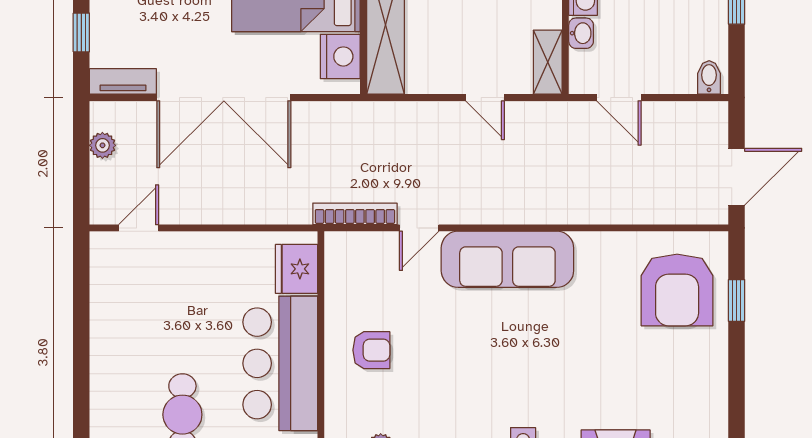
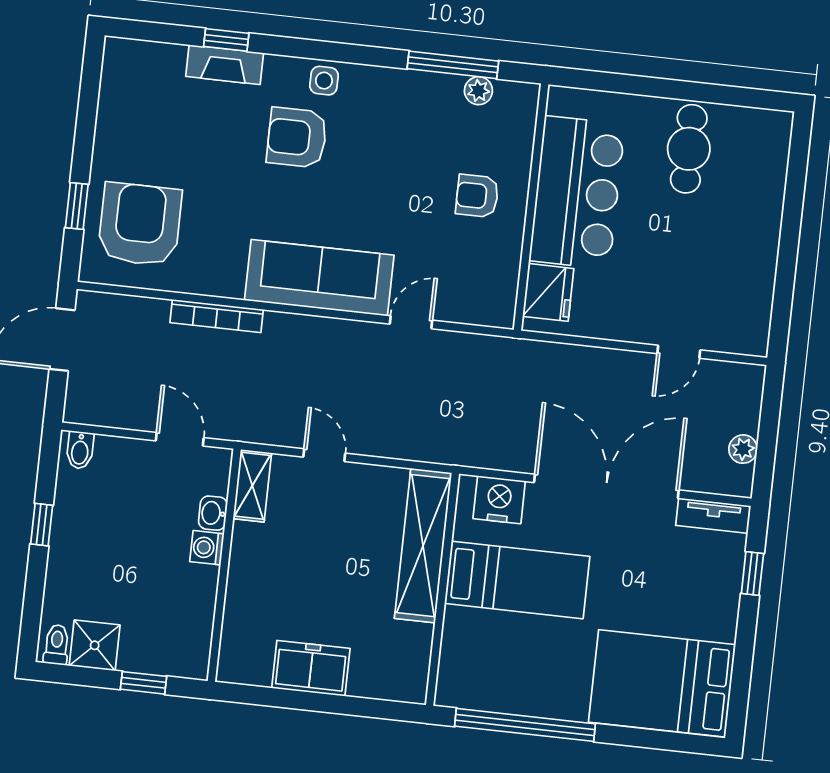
nightstand: (340, 56) -> (499, 500), moved, turned 90
bookcase: (355, 214) -> (217, 316), moved
door: (139, 228) -> (679, 352), moved
armchair: (542, 385) -> (297, 138), added

